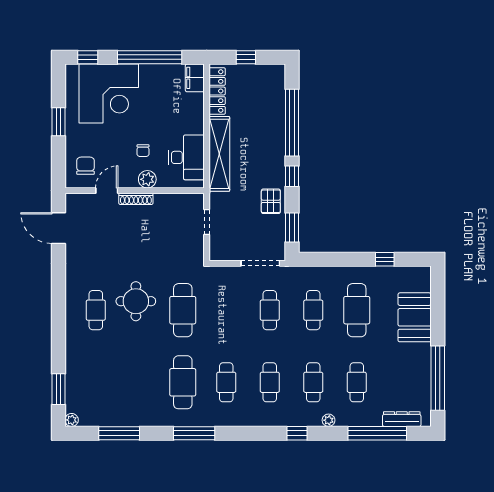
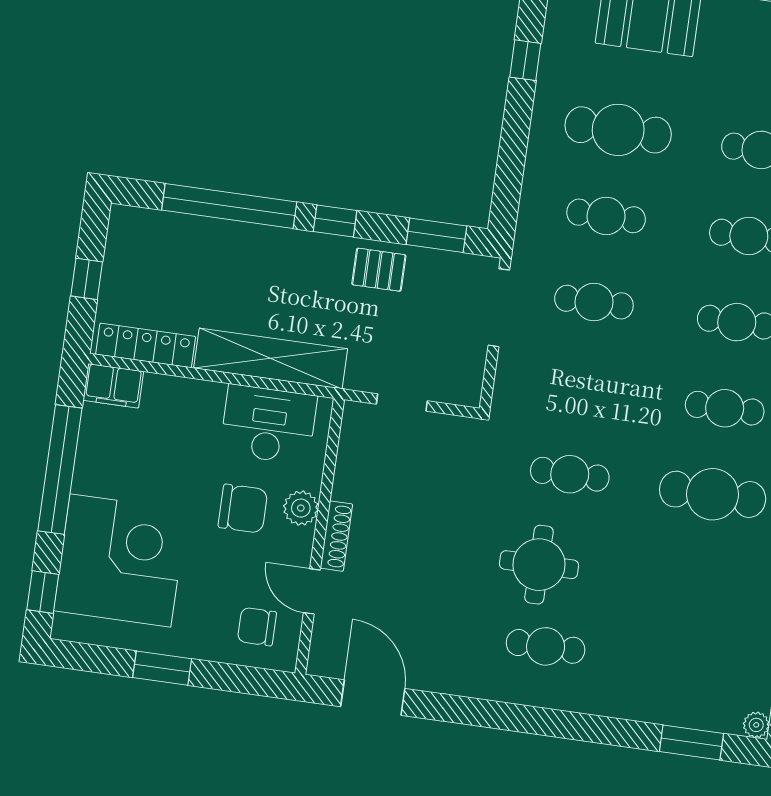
chair: (143, 151) -> (243, 509), width x1.87, depth x1.87
door: (58, 228) -> (373, 698), swing flipped
cafe table: (183, 310) -> (570, 474), width x0.73, depth x0.74

